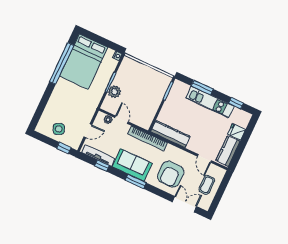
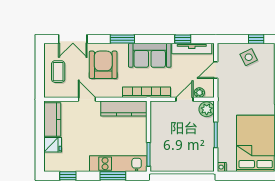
plant: (114, 92) -> (207, 109), moved
kitchen unit: (210, 102) -> (118, 164), moved
door: (122, 120) -> (185, 99), swing flipped
window: (64, 148) -> (256, 39), moved
door: (204, 158) -> (87, 99), moved
window: (136, 181) -> (122, 39), moved

